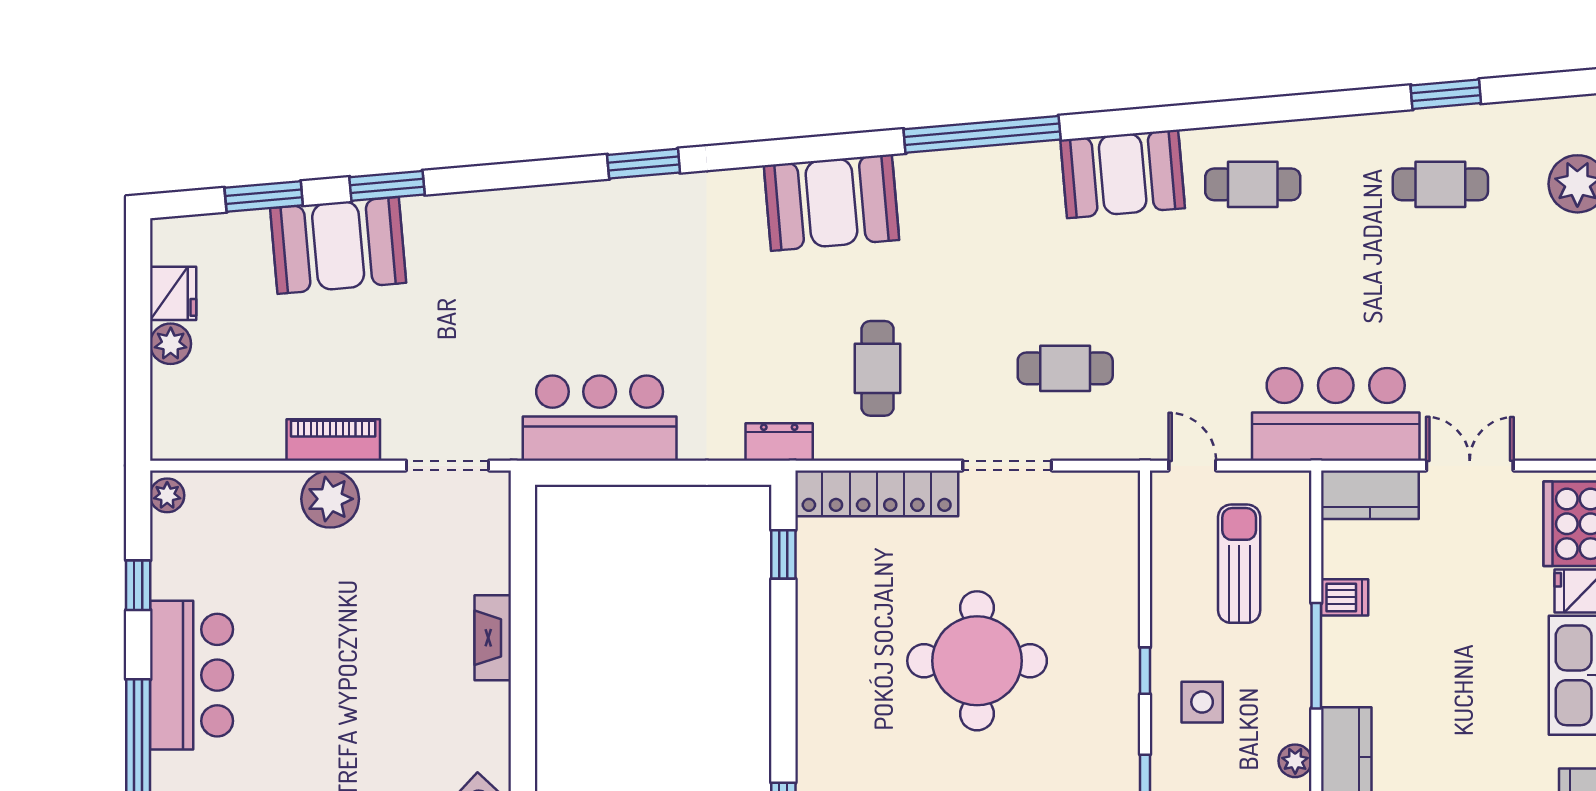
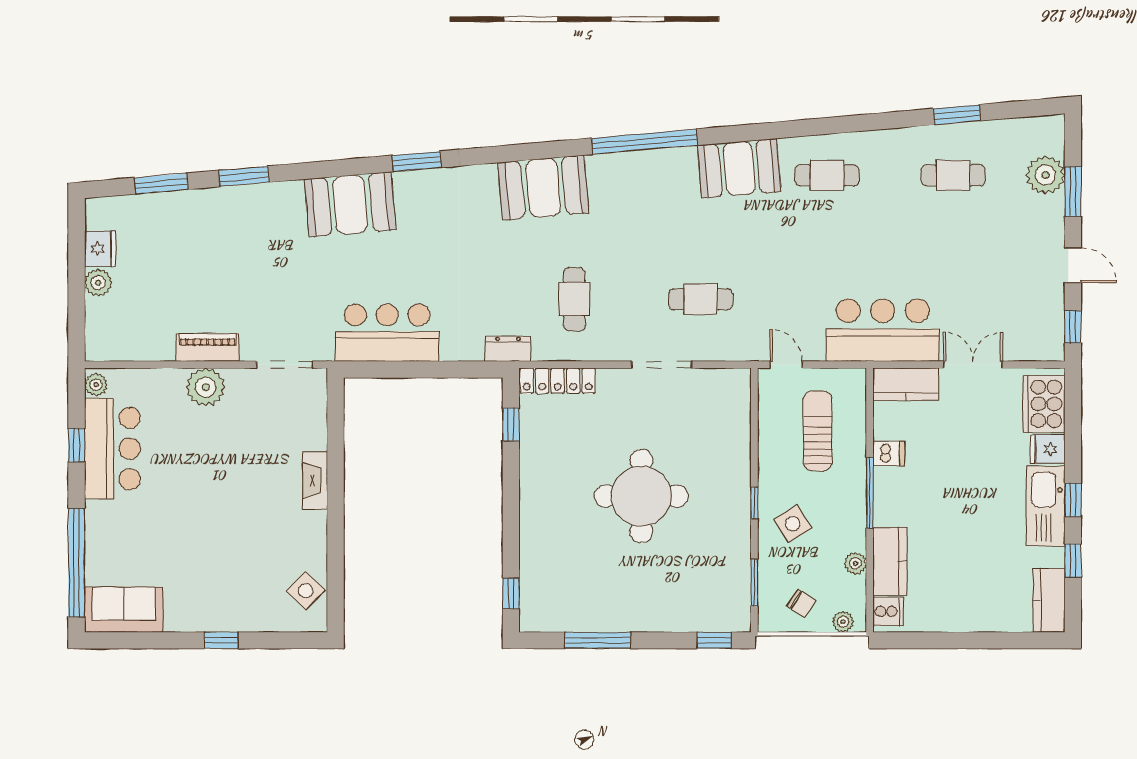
booth: (338, 245) -> (350, 204), moved
locker: (877, 493) -> (558, 381), width x0.71, depth x0.83
bar counter: (192, 675) -> (112, 448), moved
side table: (1202, 702) -> (793, 524), turned -31

